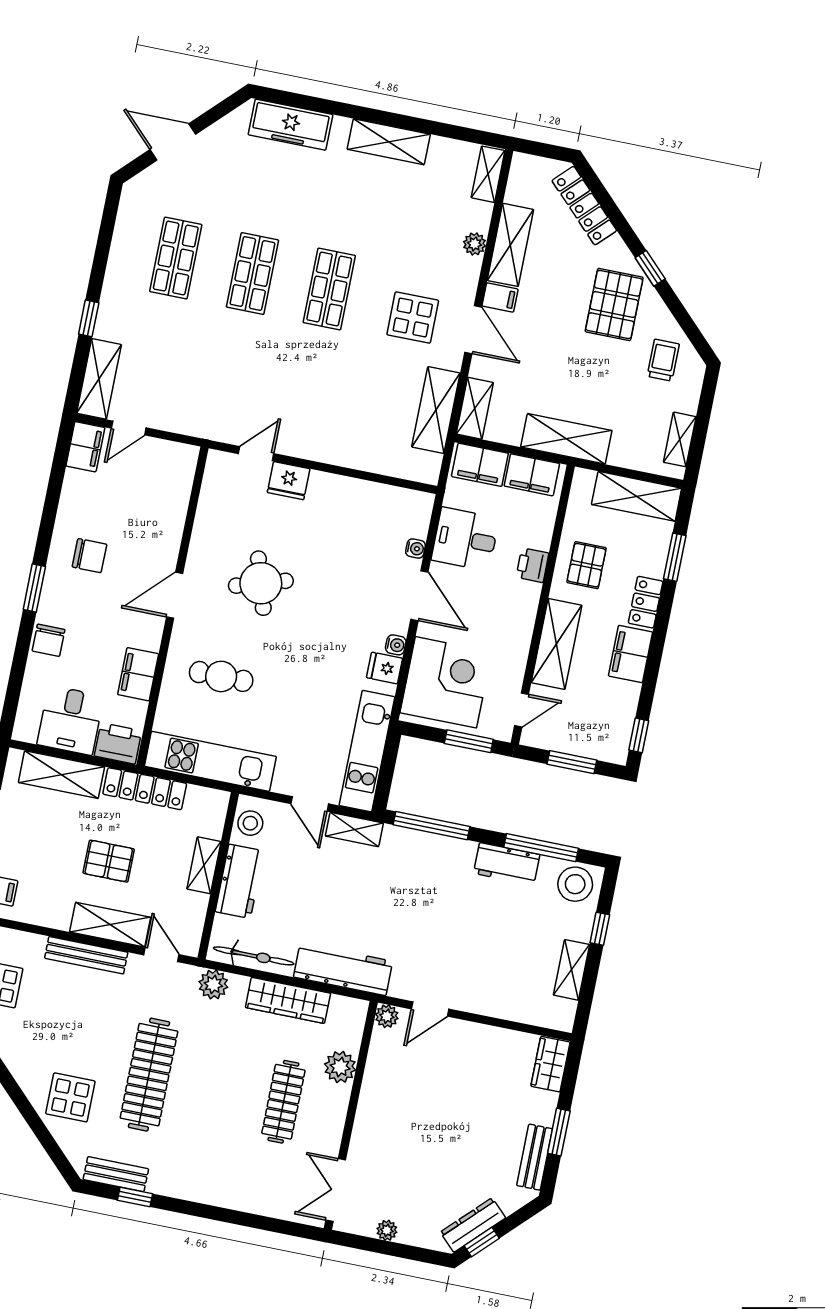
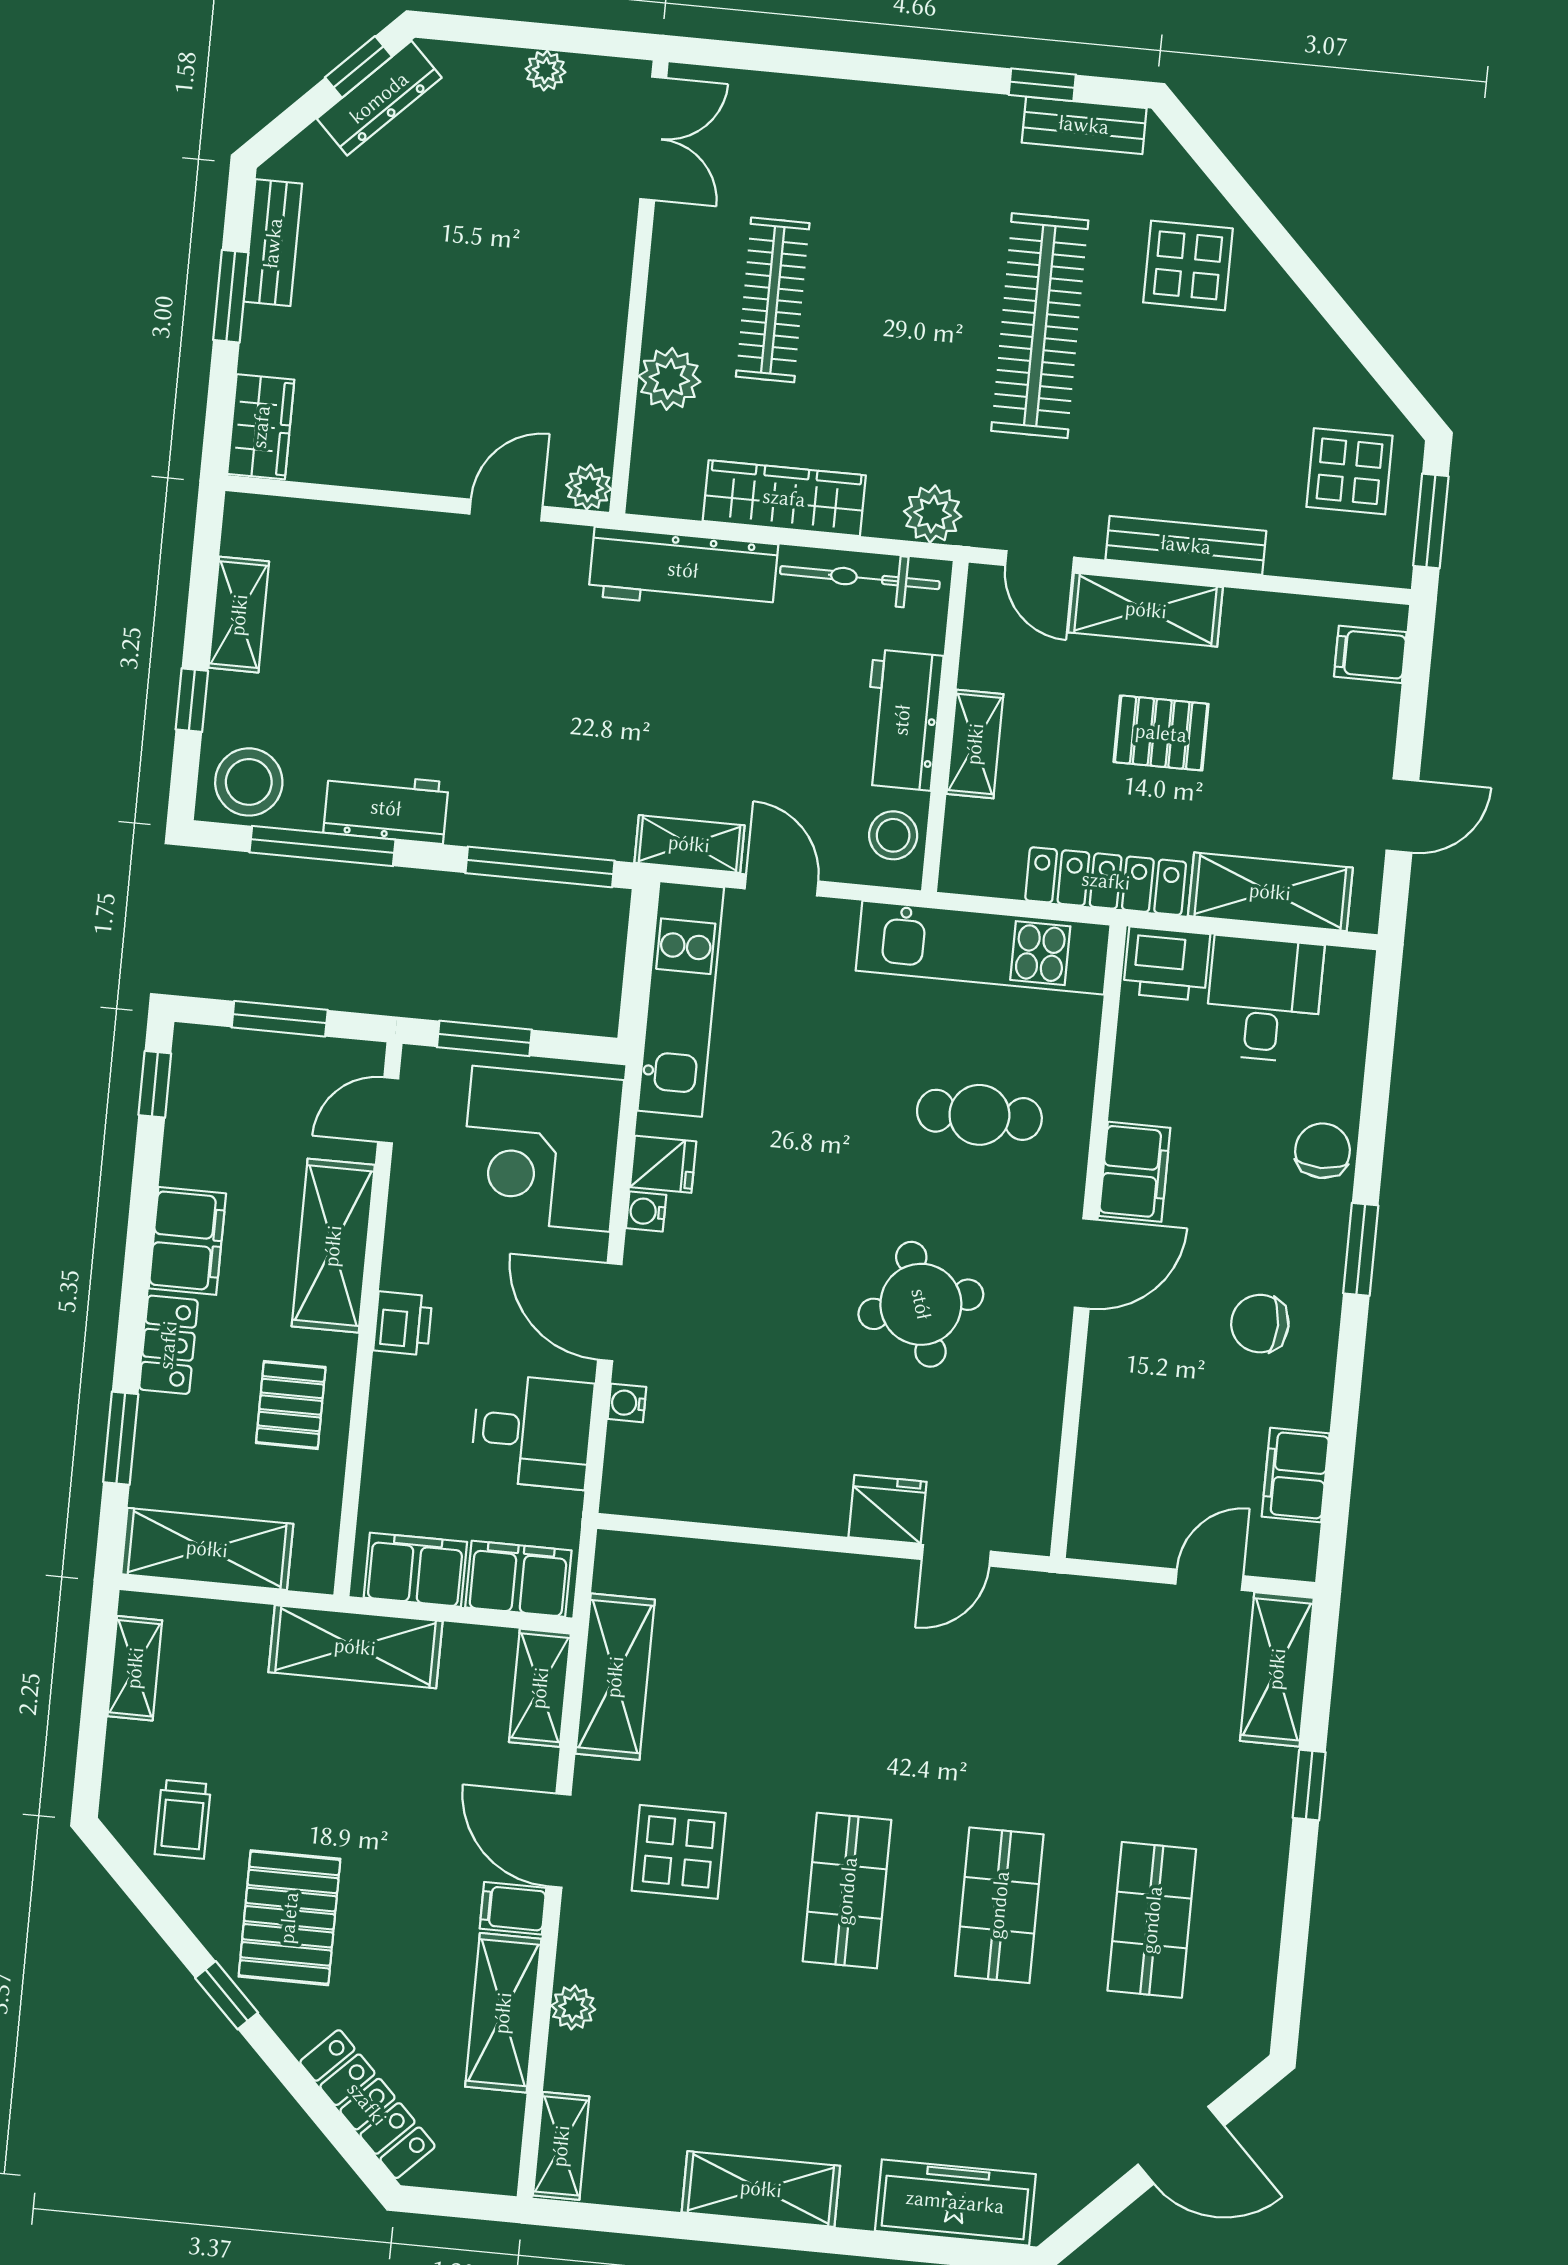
filing cabinet: (85, 447) -> (1296, 1475), moved
printer: (532, 565) -> (403, 1323), moved
filing cabinet: (138, 674) -> (1135, 1172), moved

